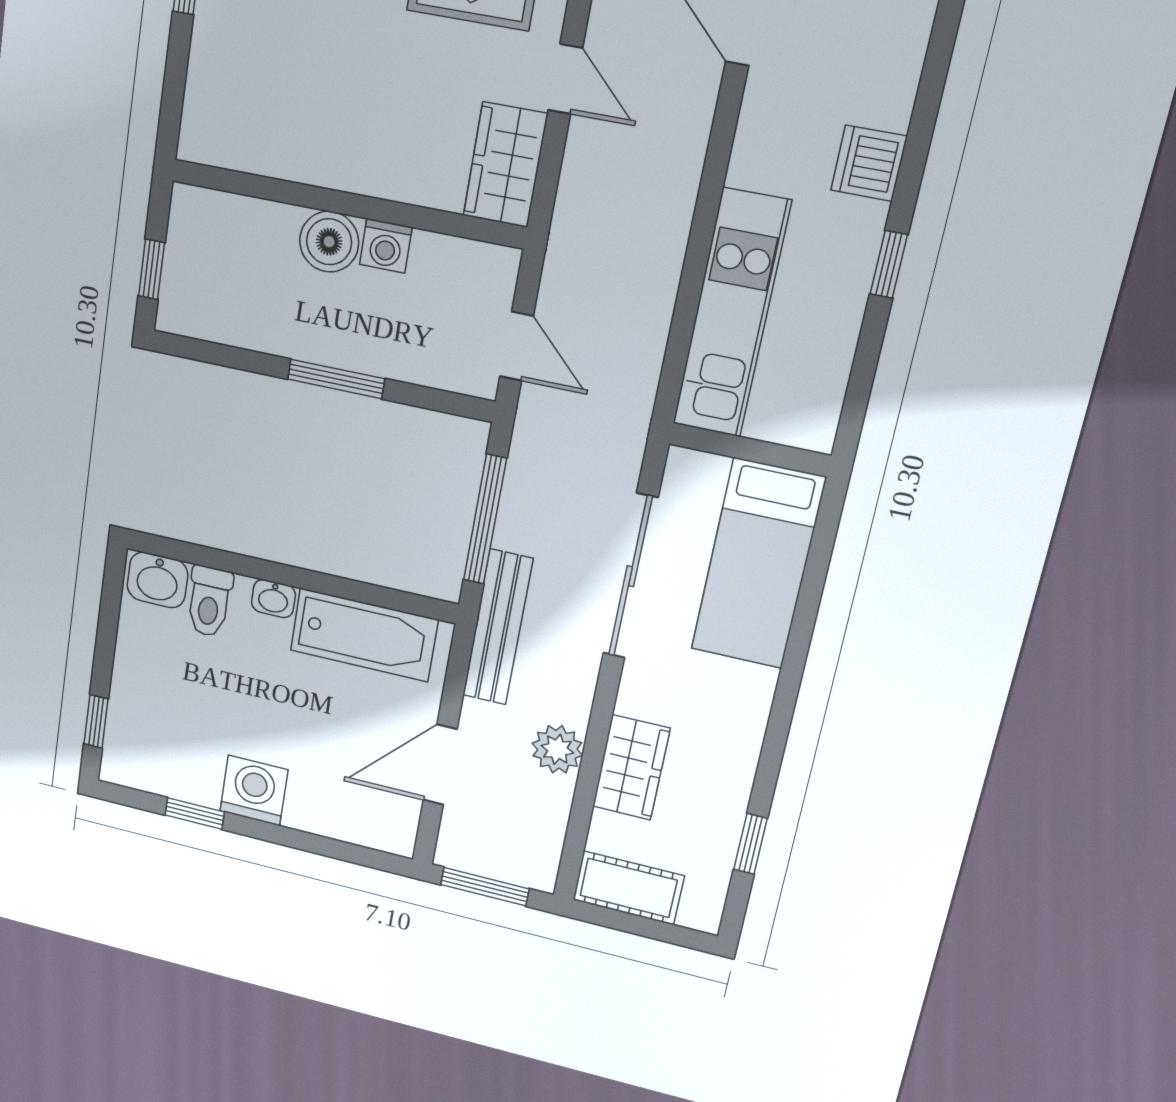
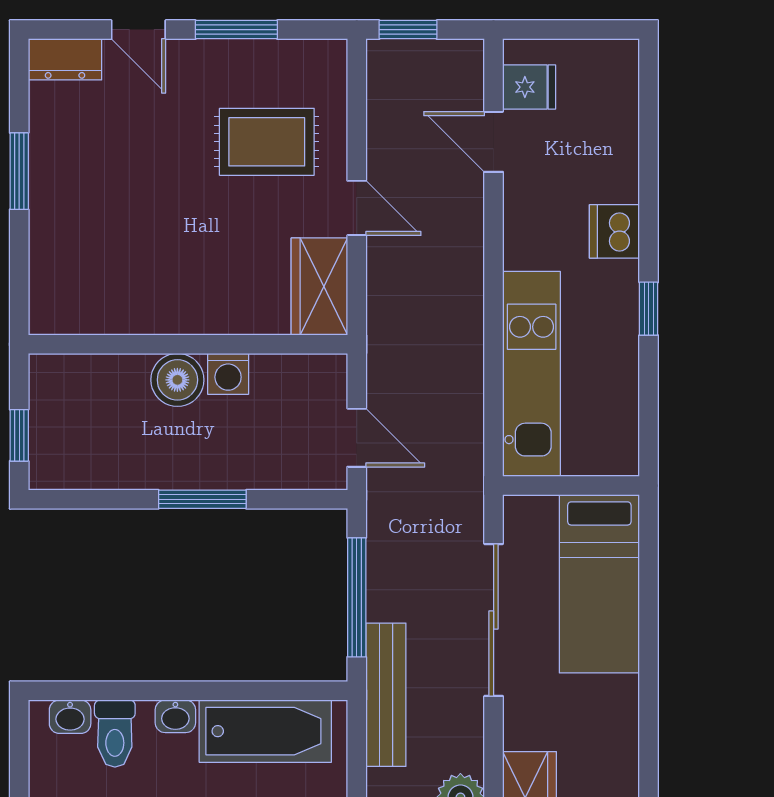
washbasin: (157, 580) -> (70, 717), width x0.72, depth x0.69

